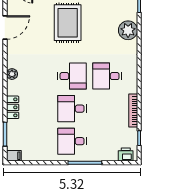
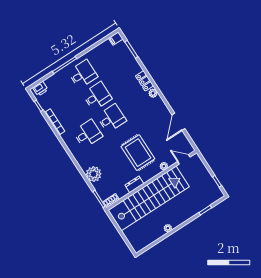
desk: (72, 76) -> (111, 118), turned 180
locker: (13, 107) -> (144, 81), moved

